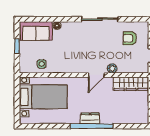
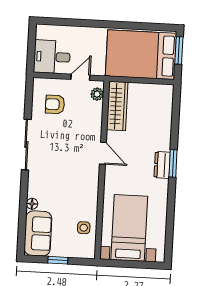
armchair: (130, 38) -> (55, 104), turned 90
plant: (112, 68) -> (97, 94), moved
window: (92, 126) -> (173, 163), width x0.47

